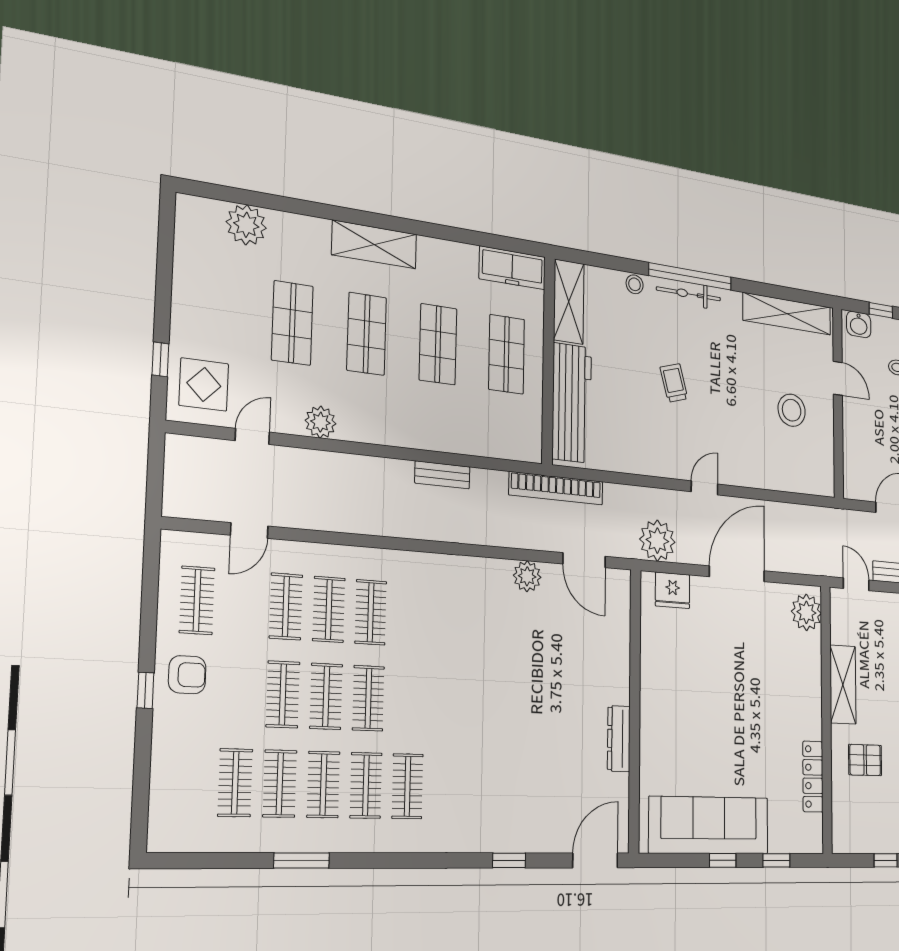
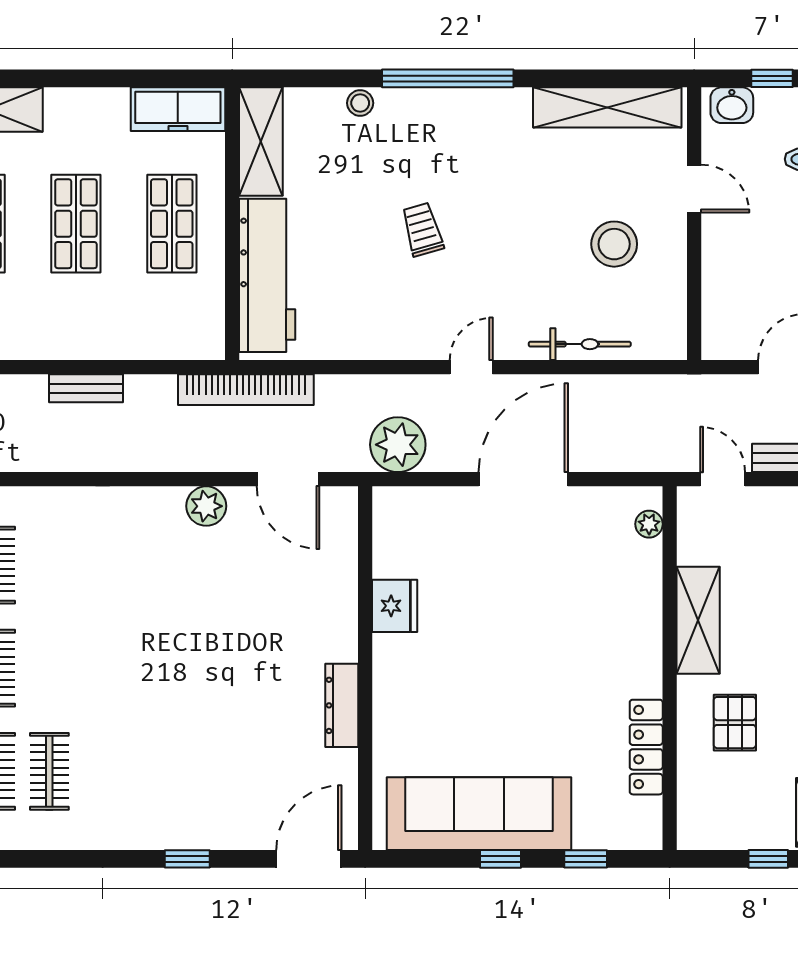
bicycle: (689, 294) -> (580, 344), moved, turned 180
fridge: (673, 590) -> (395, 606), moved, turned -90
plant: (806, 612) -> (649, 524), width x0.53, depth x0.53
pallet: (865, 760) -> (735, 723), turned 90

